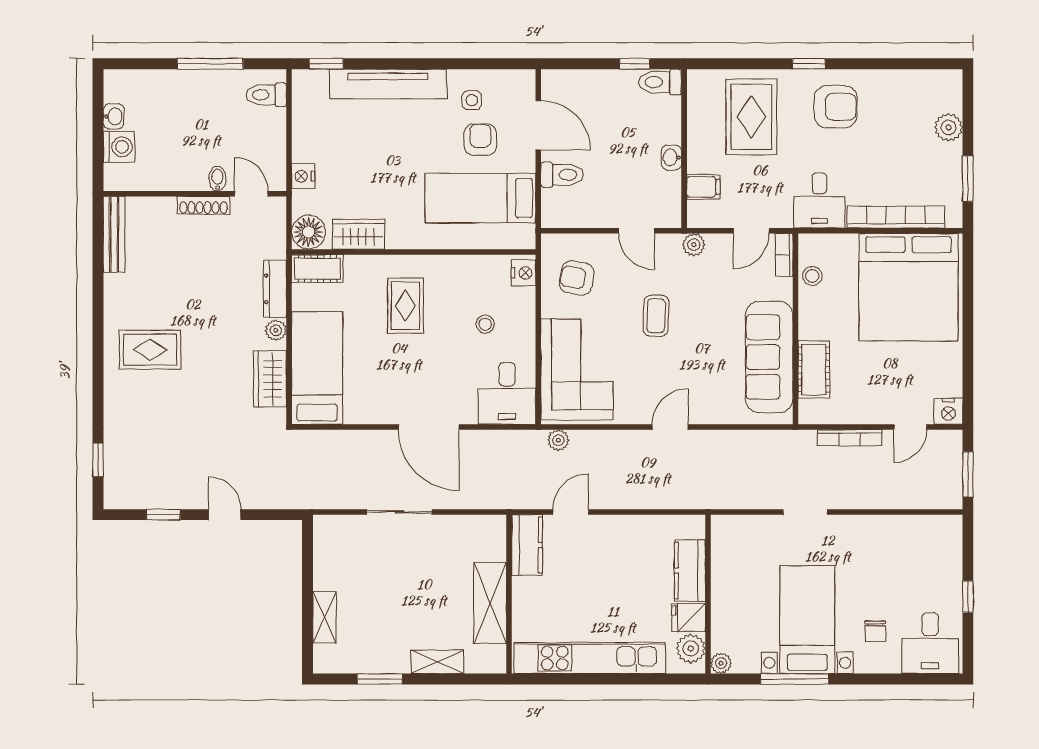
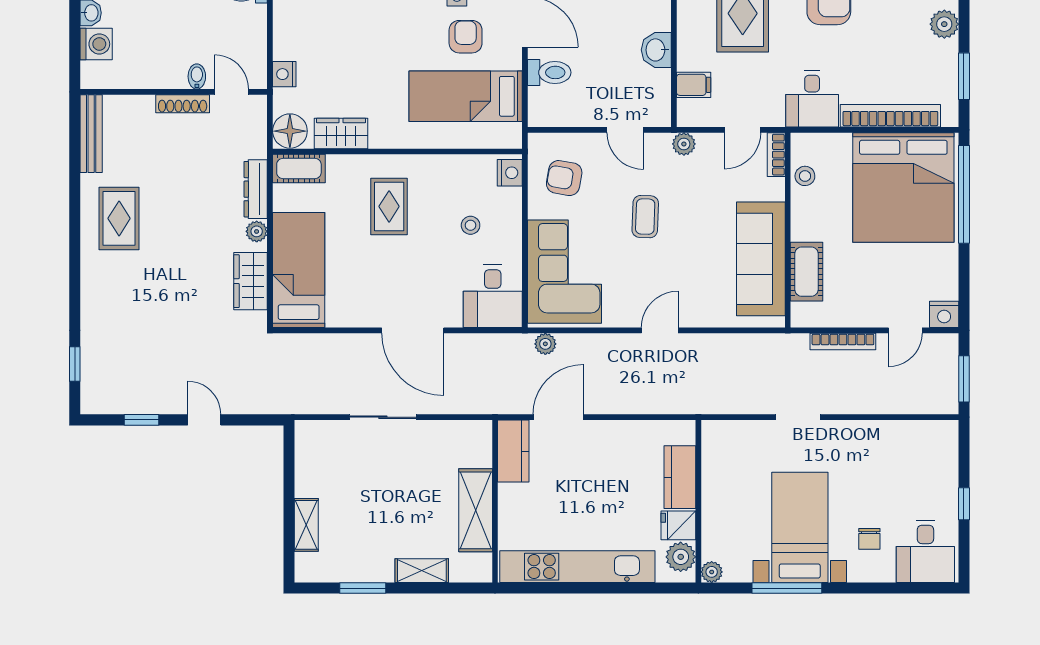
washbasin: (671, 157) -> (656, 50), width x1.38, depth x1.45
window: (968, 294) -> (964, 194), added
rug: (150, 350) -> (119, 218), moved, turned 90
door: (571, 512) -> (558, 417), width x1.38

